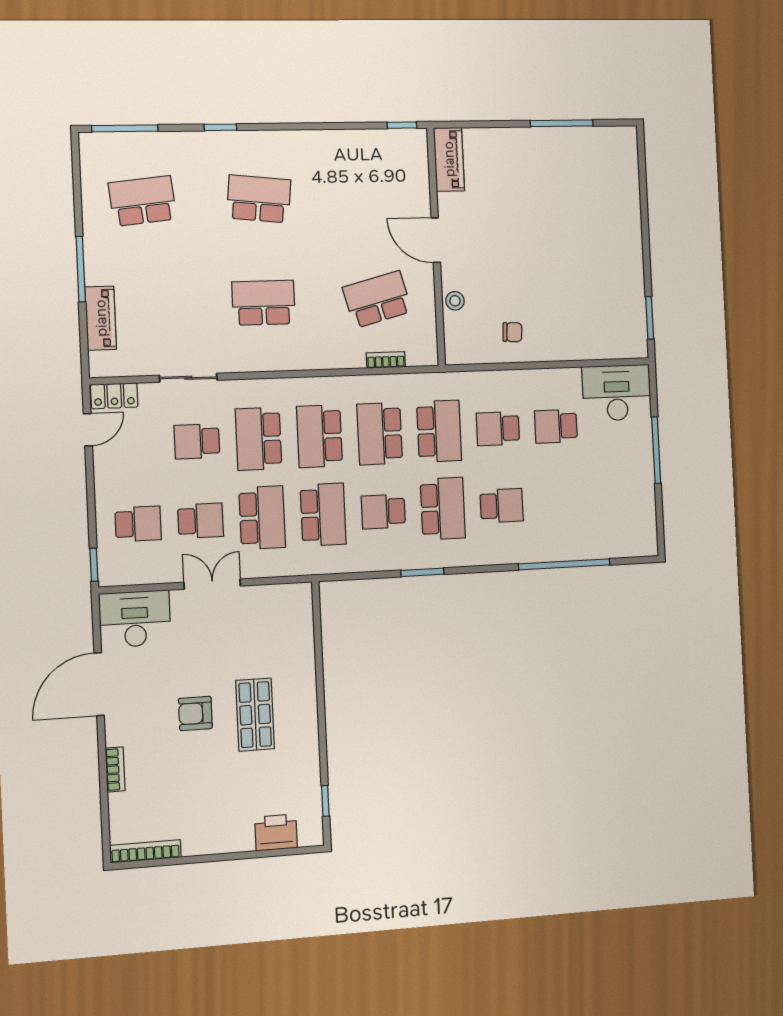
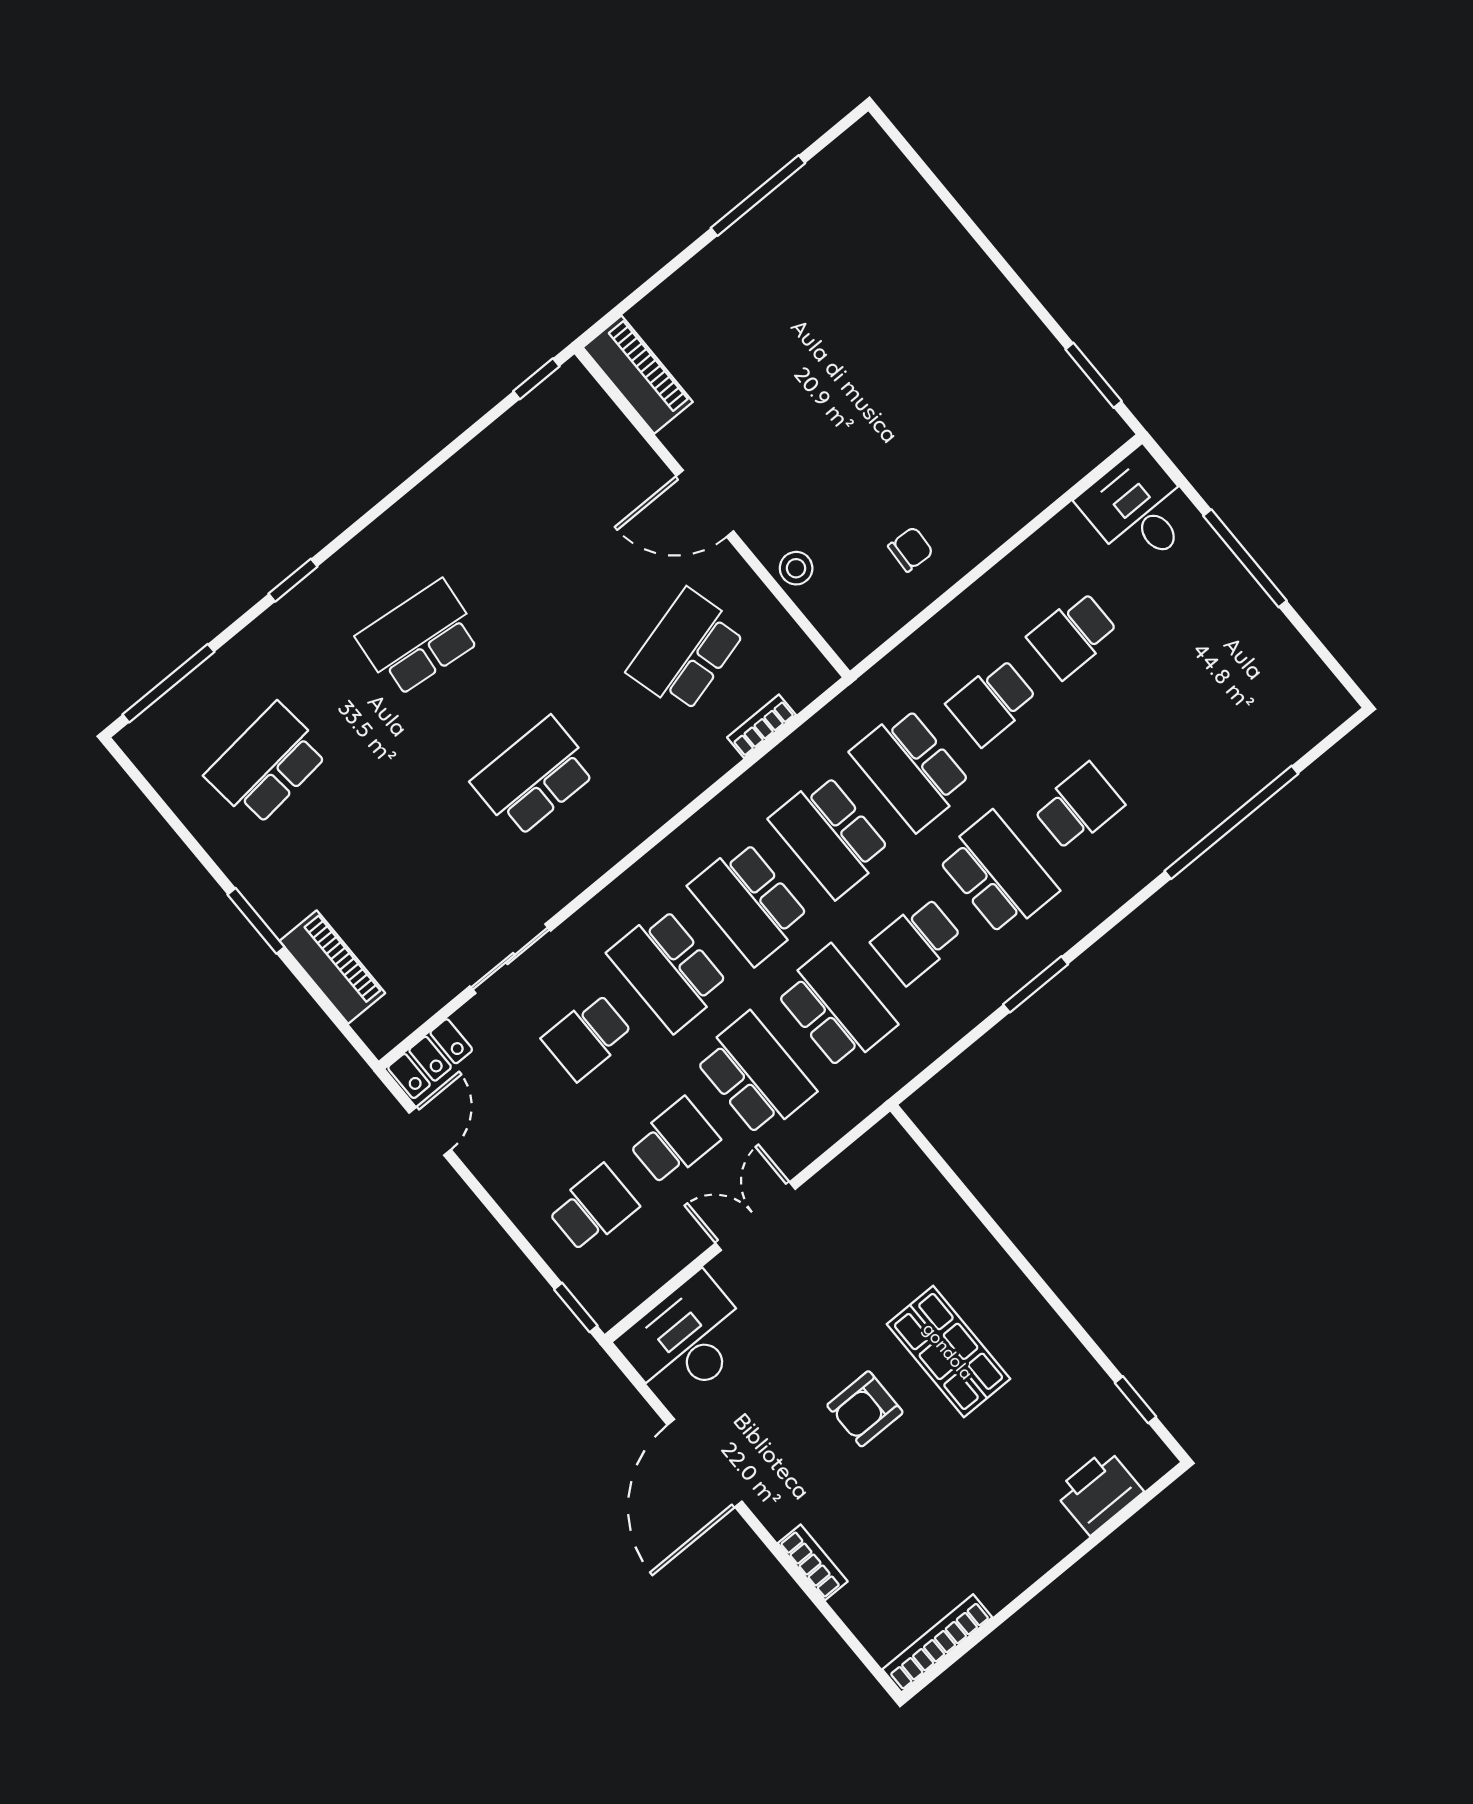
window: (81, 269) -> (256, 921), width x0.69
desk: (617, 393) -> (1139, 509), width x0.73
school desk: (439, 431) -> (911, 769), turned 180

